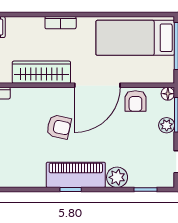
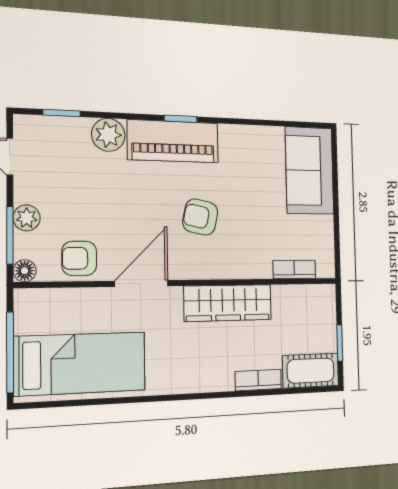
bookcase: (61, 23) -> (258, 380), moved
door: (97, 85) -> (141, 283), width x0.73
armchair: (135, 101) -> (79, 258), turned -90

